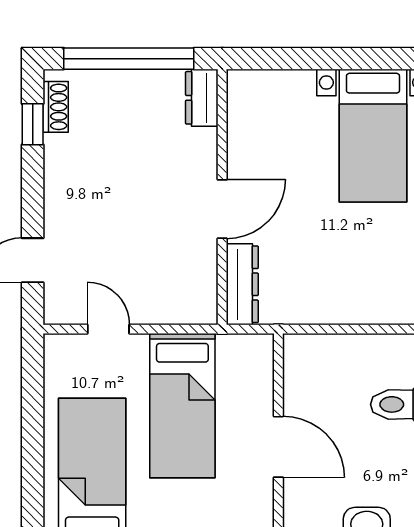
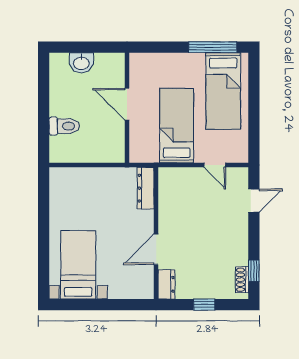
window: (129, 59) -> (204, 305), width x0.32
door: (222, 209) -> (156, 249), moved

